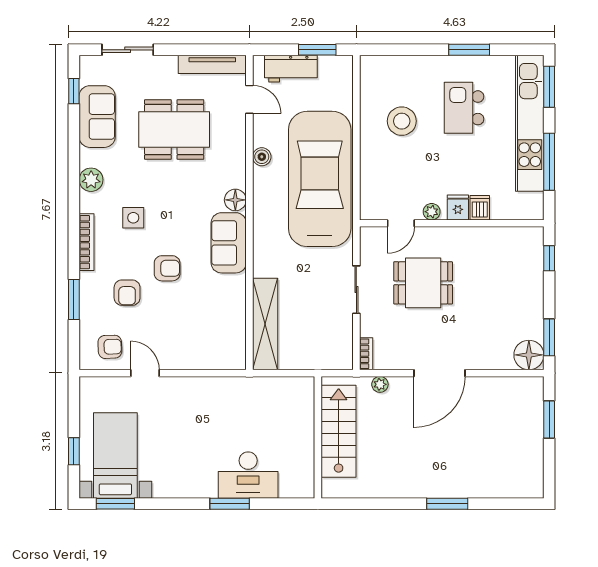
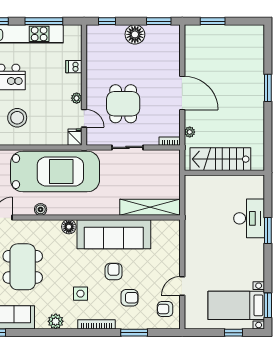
car: (320, 179) -> (55, 172), turned 180
fridge: (458, 207) -> (75, 137), moved, turned 90
sofa: (229, 243) -> (114, 234), width x1.85, depth x1.27
armchair: (110, 347) -> (165, 309), turned -88
floor lamp: (529, 355) -> (135, 34), moved

